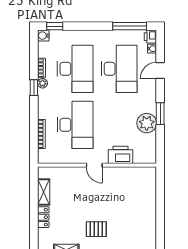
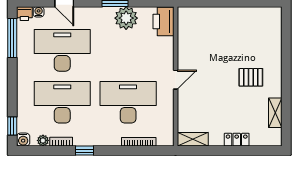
plant: (43, 83) -> (43, 140), moved
printer: (120, 155) -> (163, 21), moved
shelving: (44, 192) -> (193, 139), moved
pallet: (96, 229) -> (251, 77), turned 90

